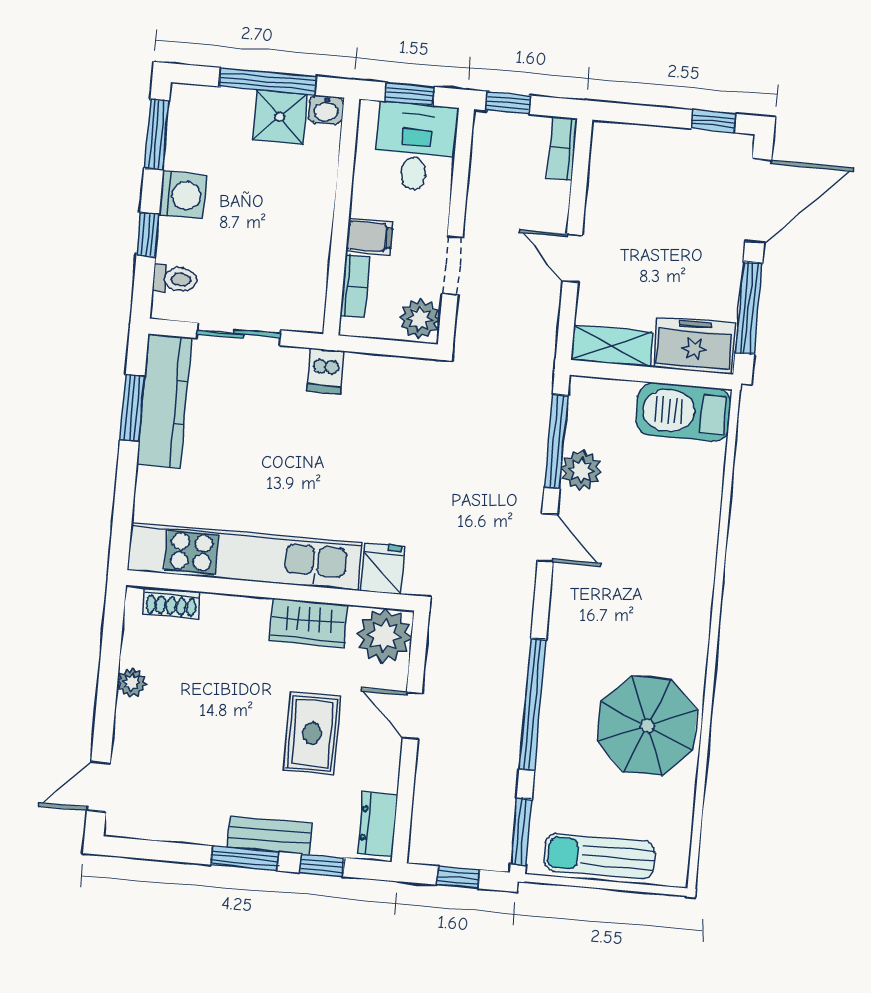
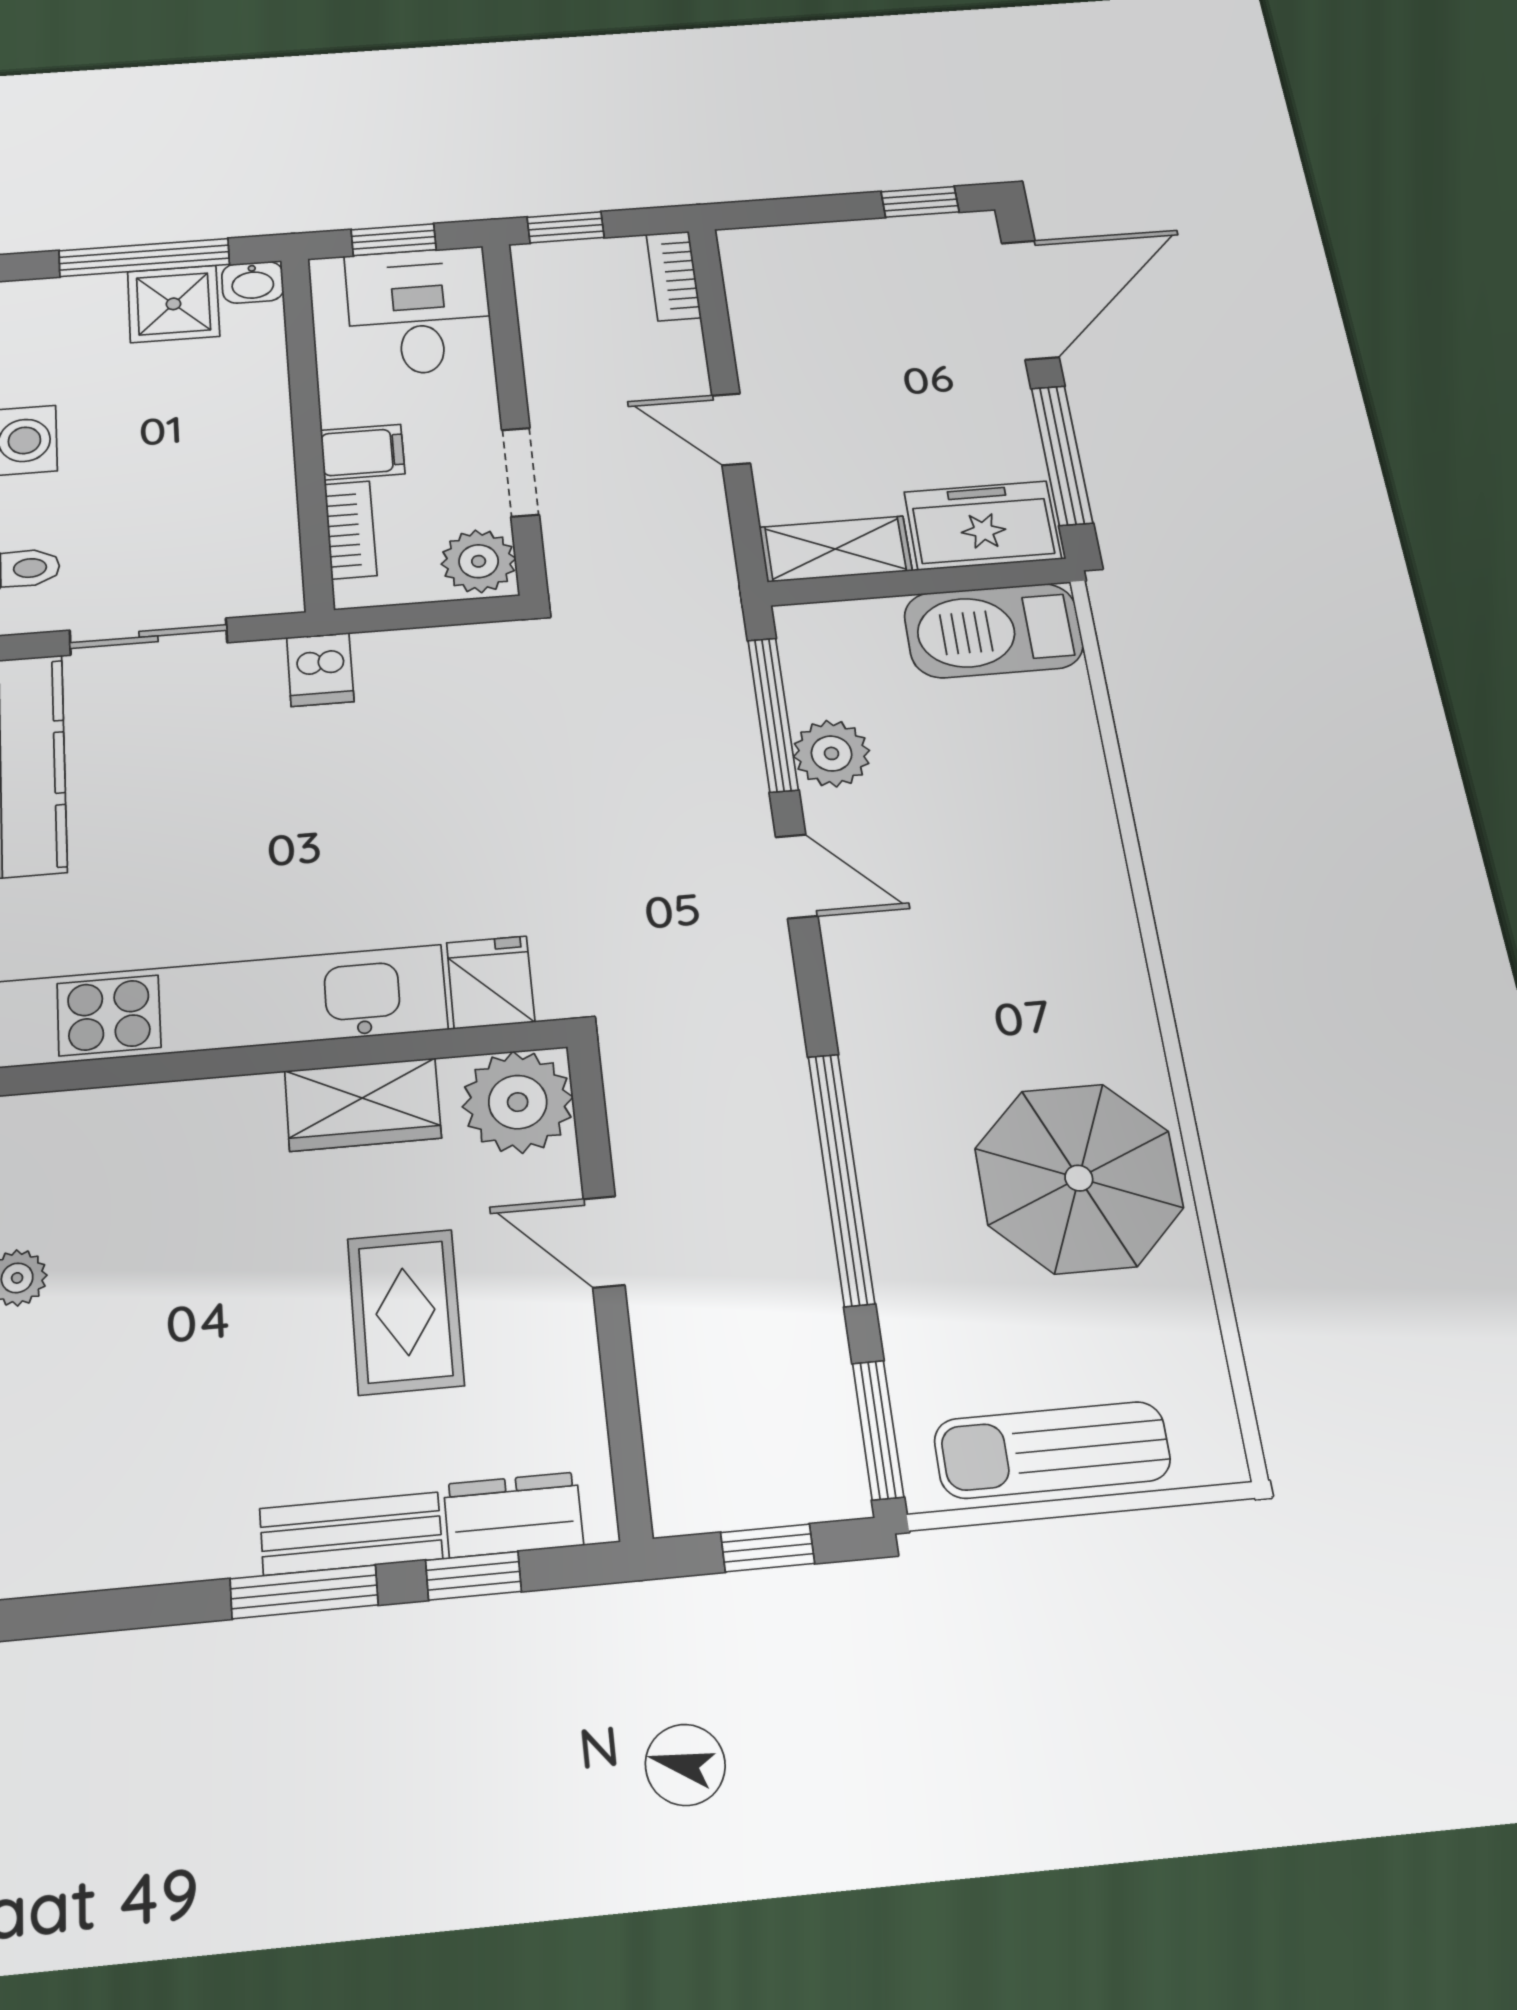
shoe rack: (171, 603) -> (81, 1113), removed
dresser: (378, 824) -> (513, 1515), moved, turned 90

